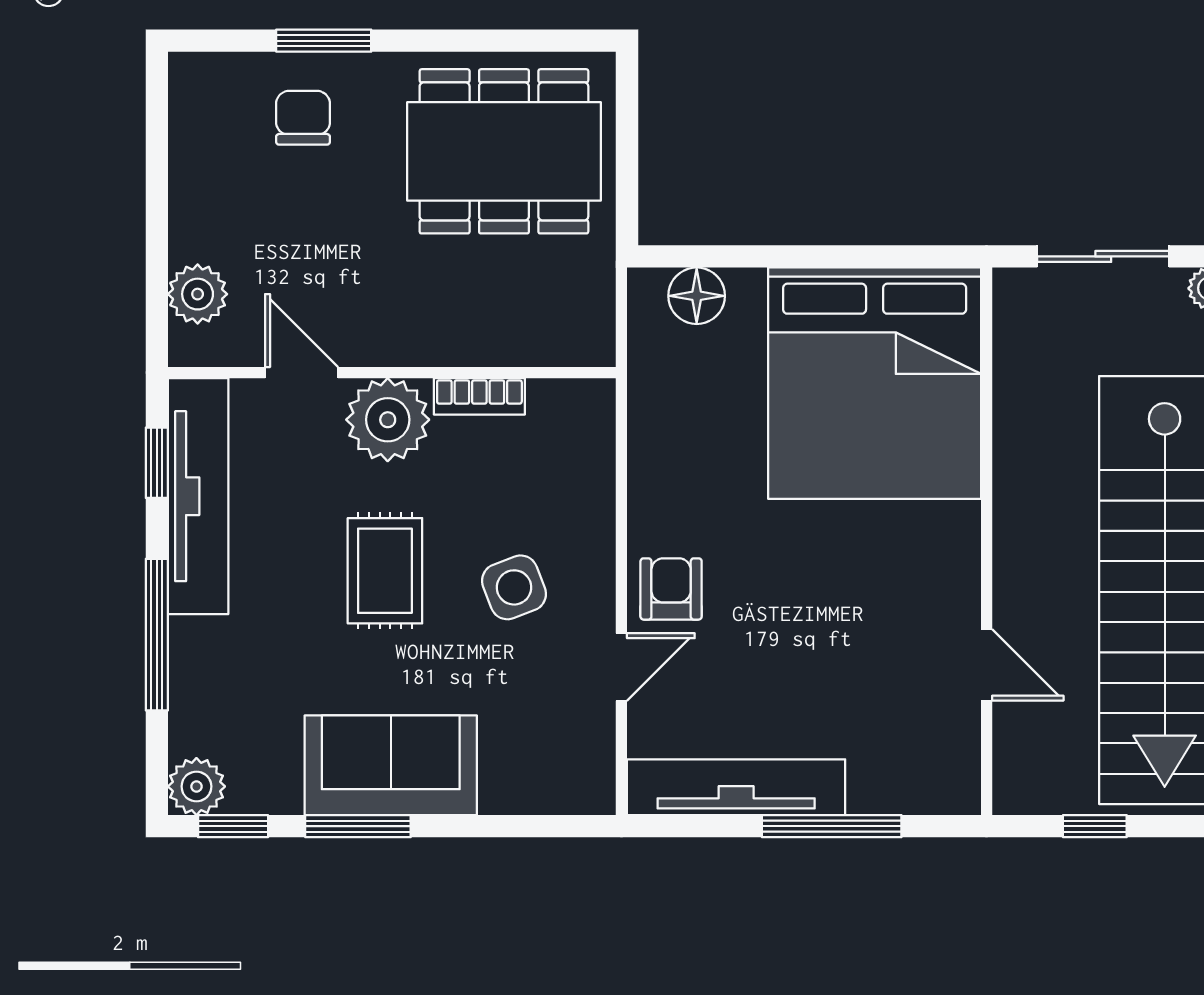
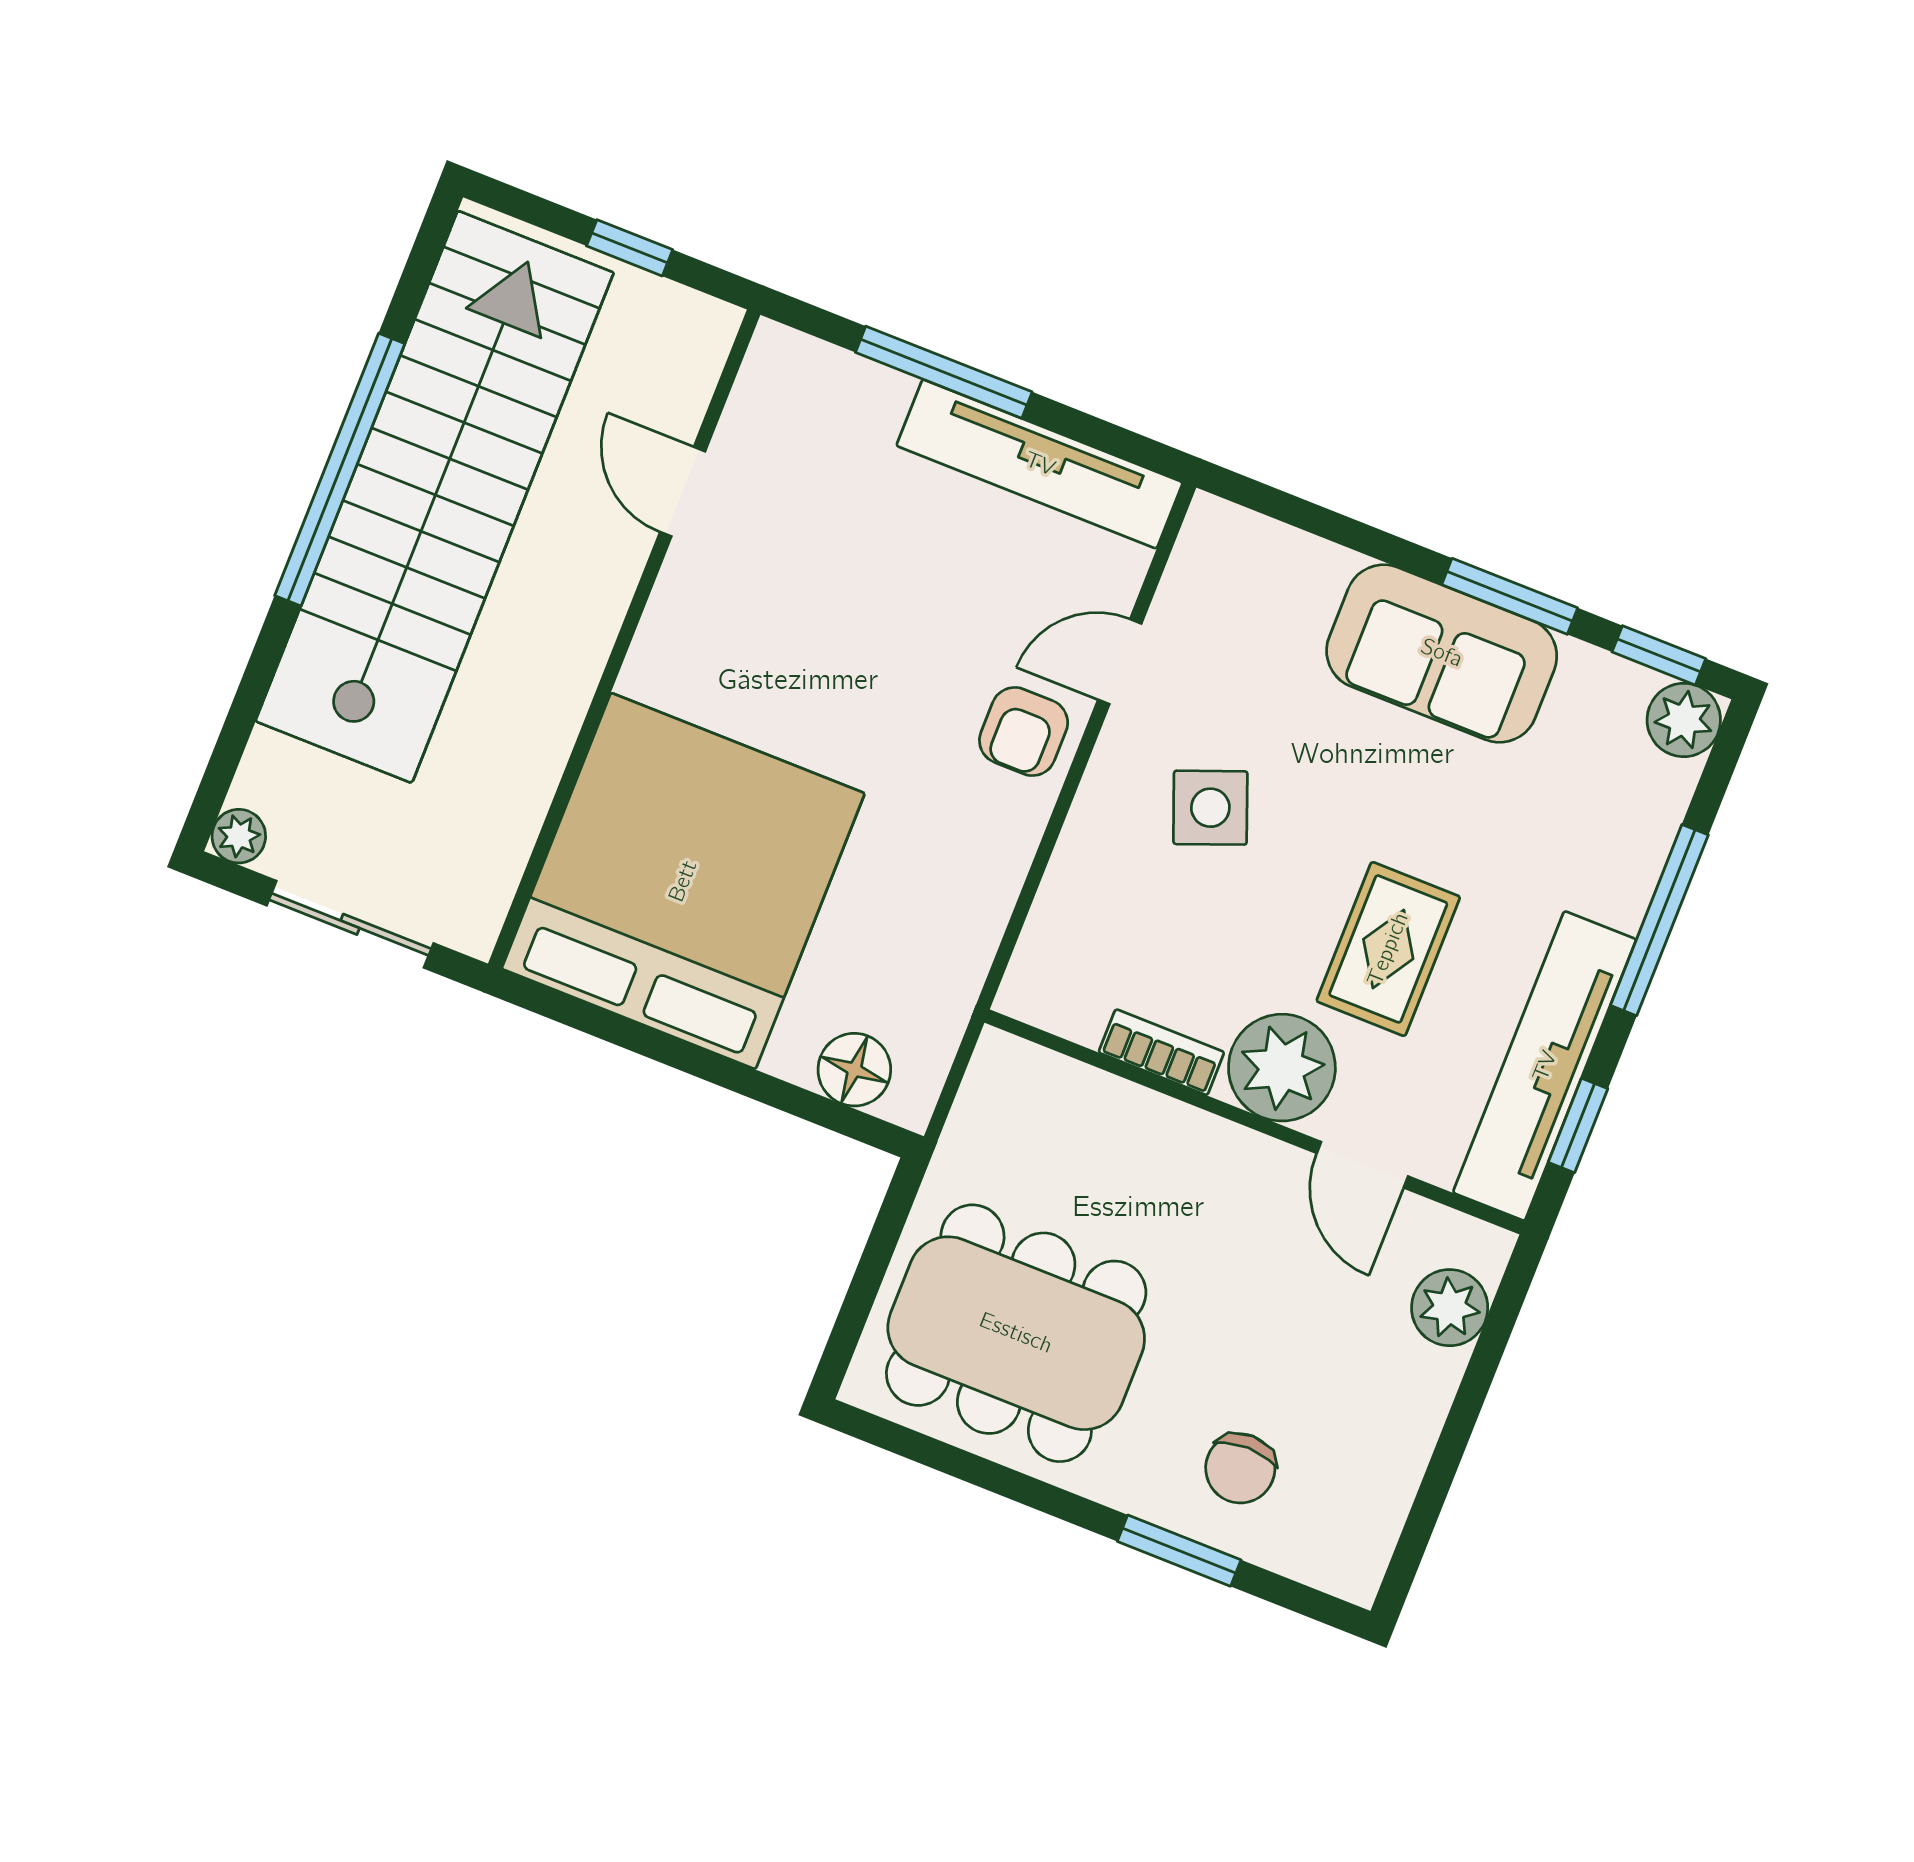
rug: (385, 571) -> (1388, 949), moved

